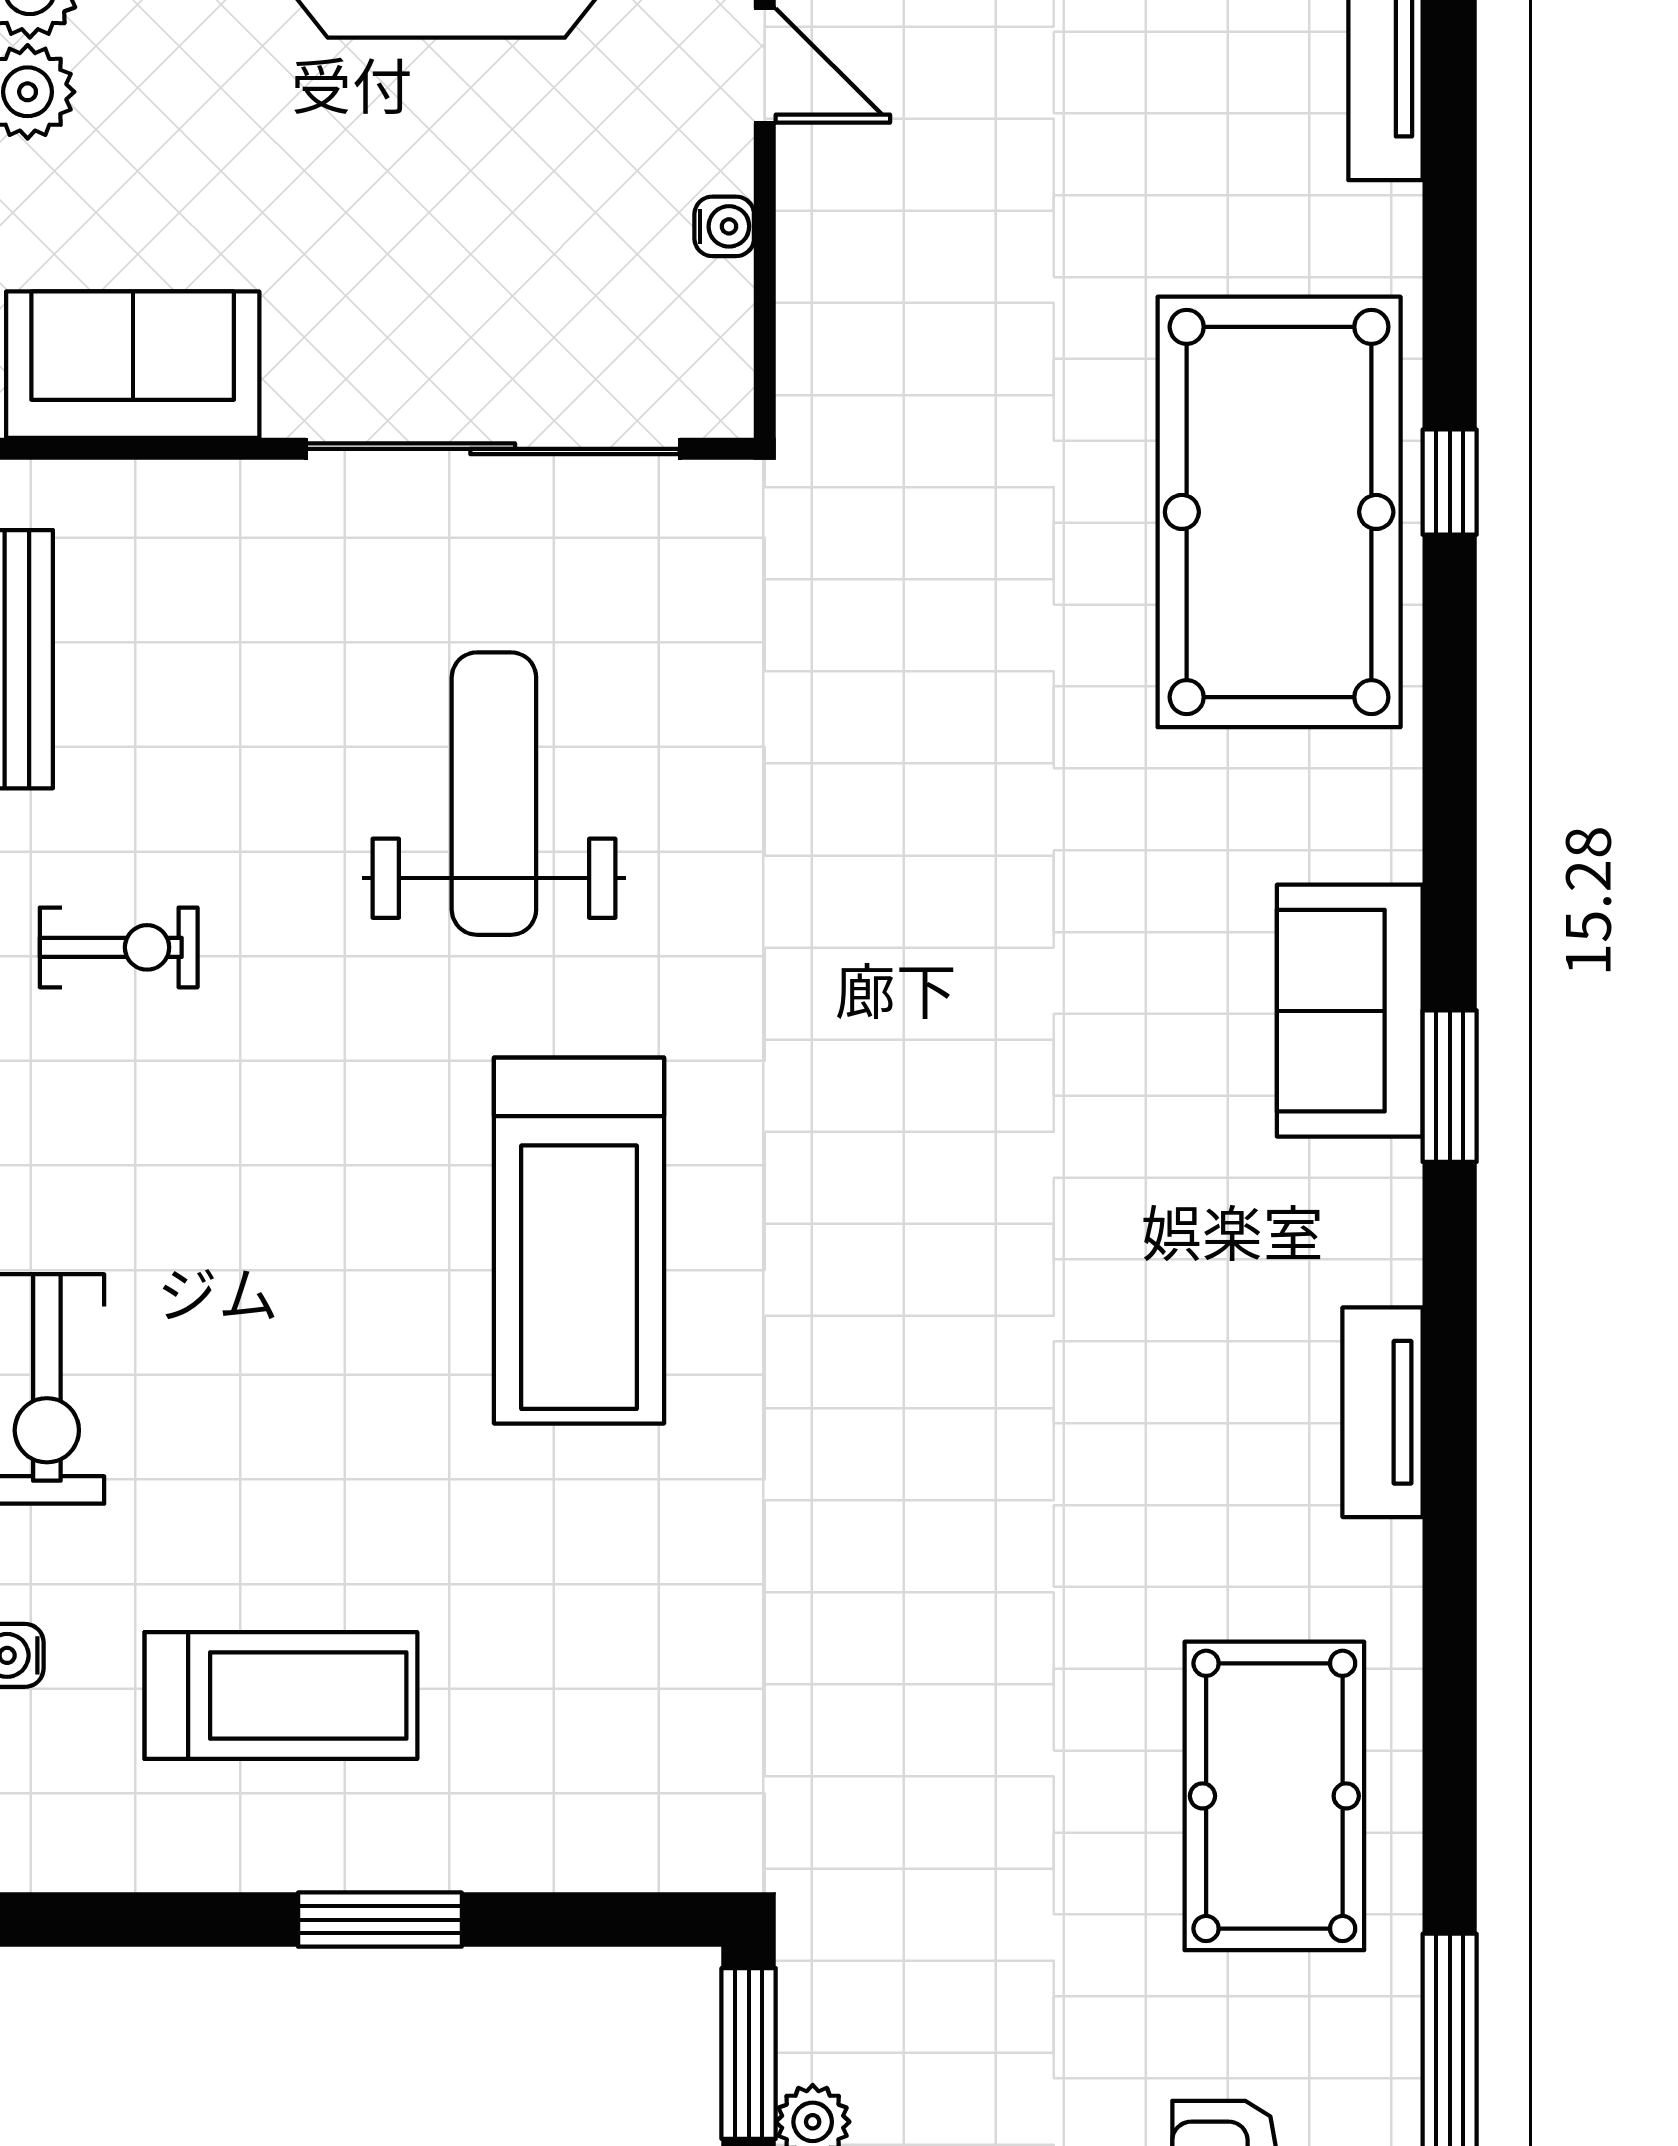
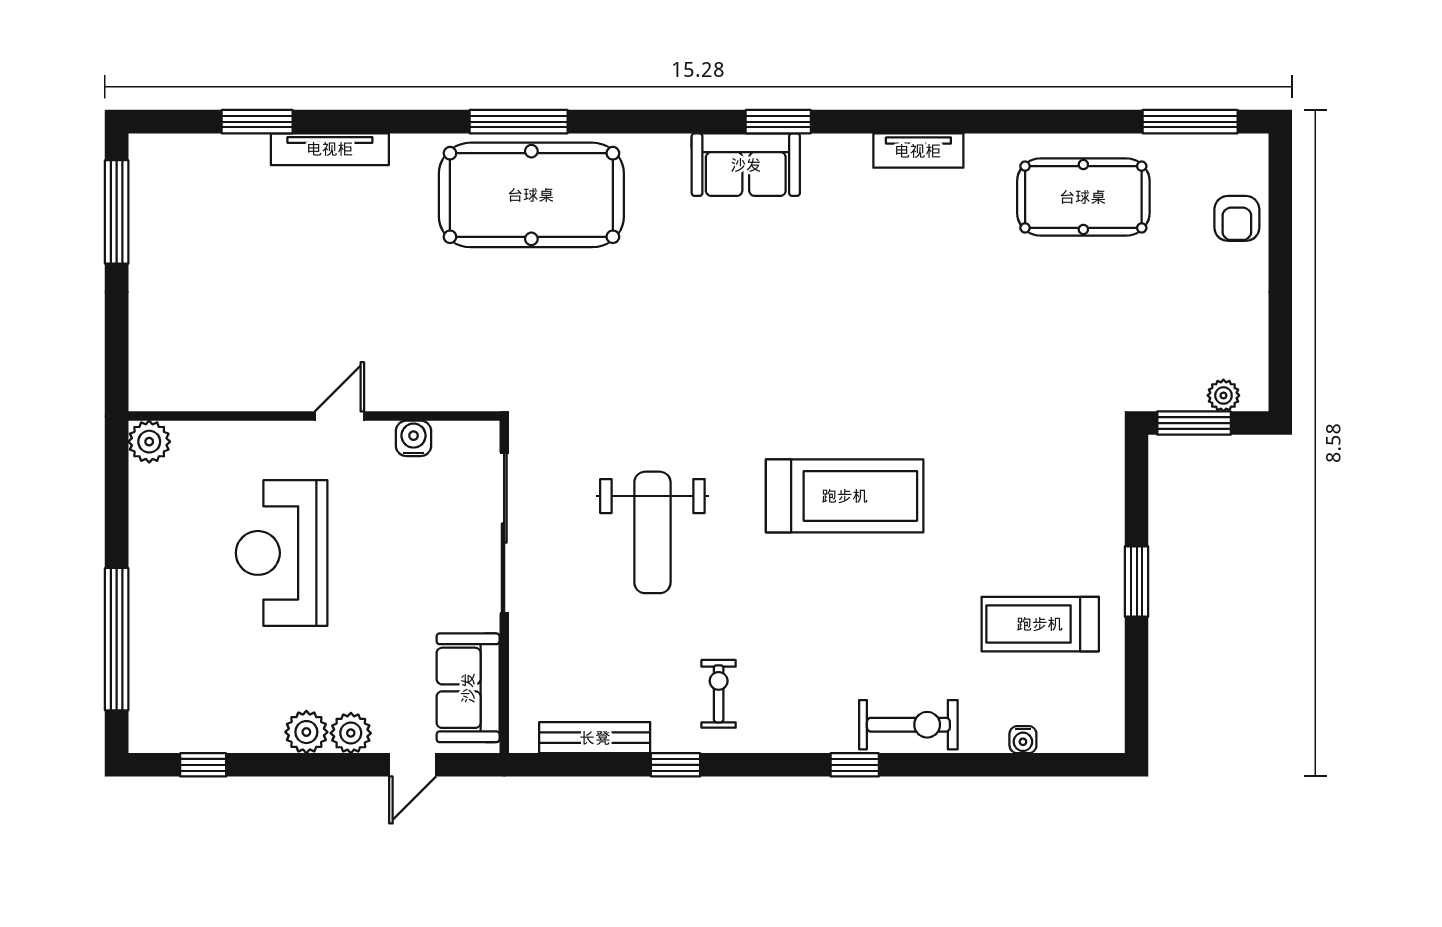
water cooler: (724, 226) -> (414, 438), width x1.38, depth x1.38
window: (1450, 482) -> (519, 122), width x2.17
weight bench: (494, 794) -> (652, 532), turned -90
treadmill: (281, 1696) -> (1040, 624), turned -90

